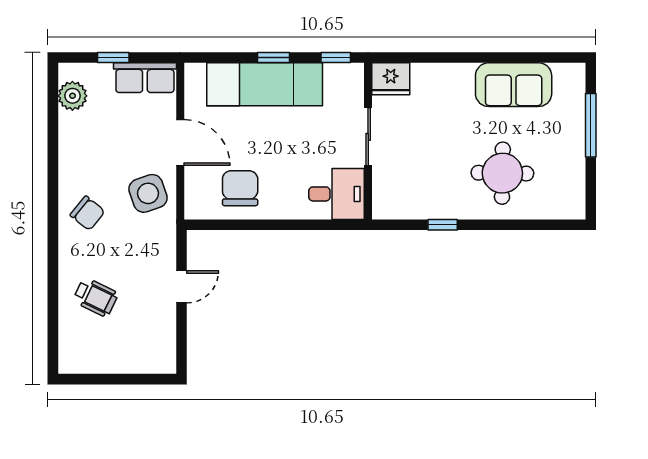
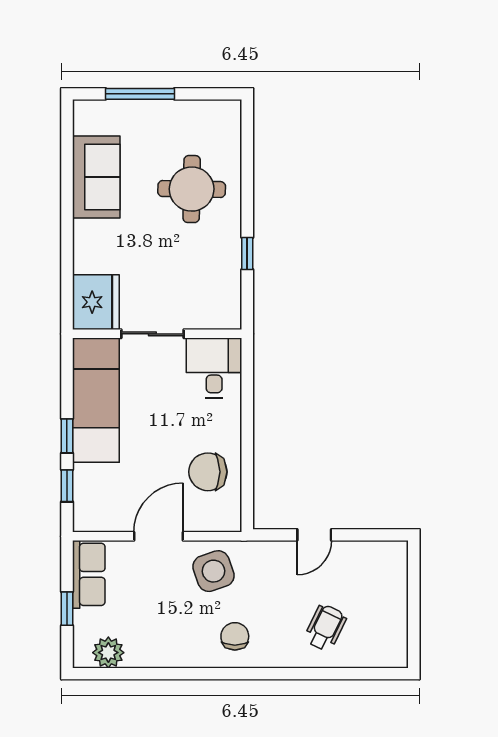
window: (336, 57) -> (67, 486), moved
fridge: (391, 79) -> (96, 302), width x1.36, depth x1.34
exam couch: (265, 84) -> (96, 400), moved
chair: (88, 213) -> (235, 636), turned -39
door: (182, 287) -> (314, 535), swing flipped

